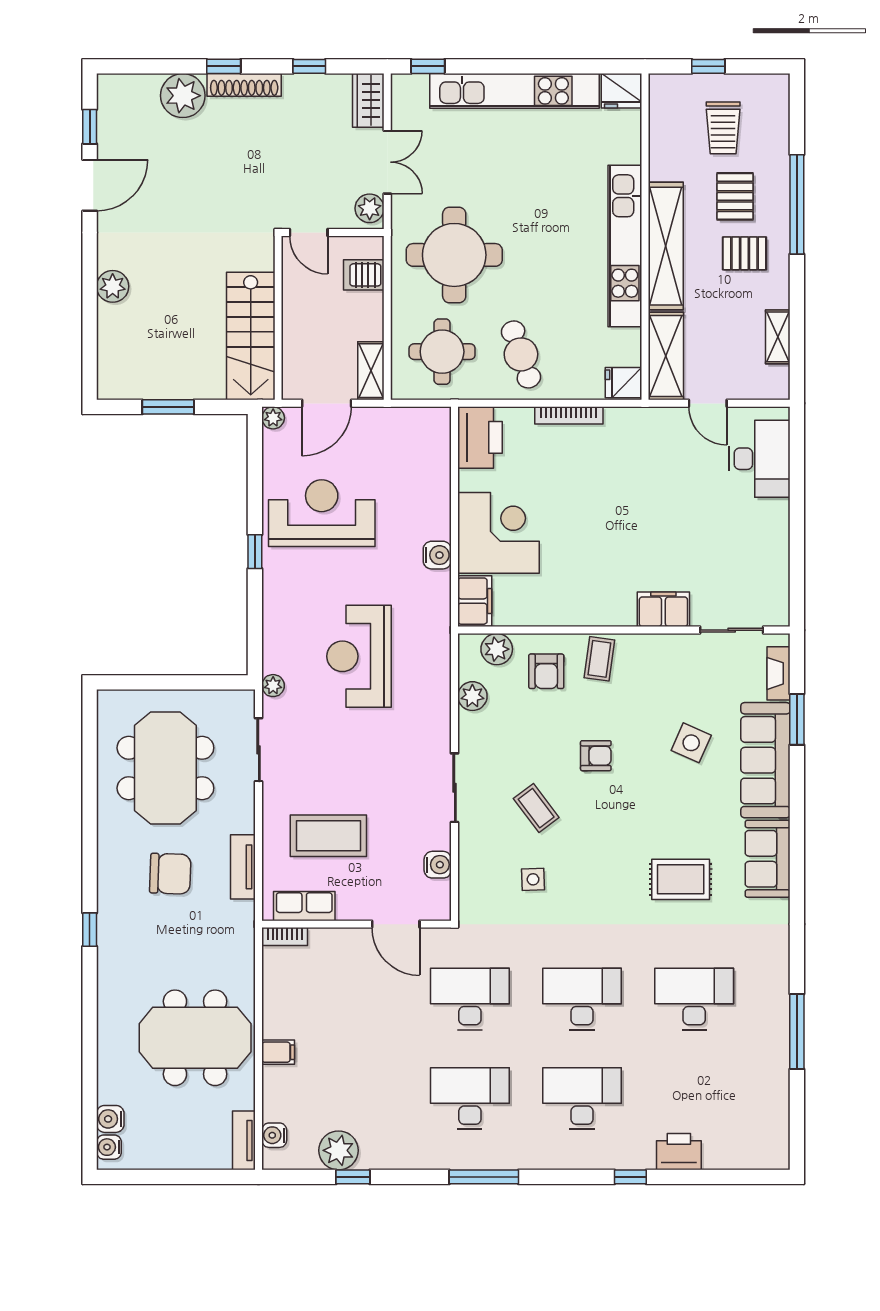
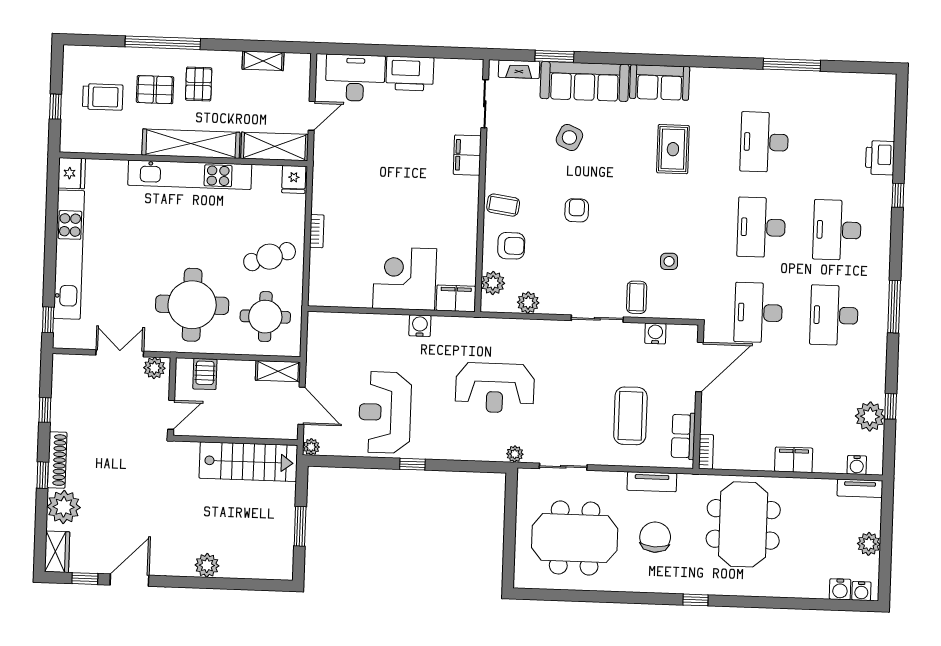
wardrobe: (368, 100) -> (57, 552), moved, turned -90
door: (90, 185) -> (129, 580), hinge flipped
bookcase: (569, 415) -> (317, 231), width x0.64
printer: (480, 437) -> (410, 74), moved, turned 180
coffee table: (536, 808) -> (637, 297), moved, turned -53
door: (396, 924) -> (699, 367), width x1.36
meeting table: (195, 1038) -> (743, 524), moved
filing cabinet: (278, 1052) -> (794, 460), width x2.00
plant: (171, 1155) -> (869, 544), added

